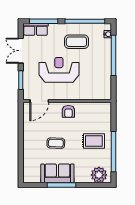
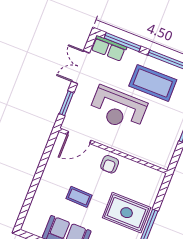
coffee table: (76, 42) -> (153, 83), width x1.36, depth x1.32
reception desk: (59, 70) -> (118, 109), turned 180
rug: (94, 141) -> (127, 213), width x1.36, depth x1.43

